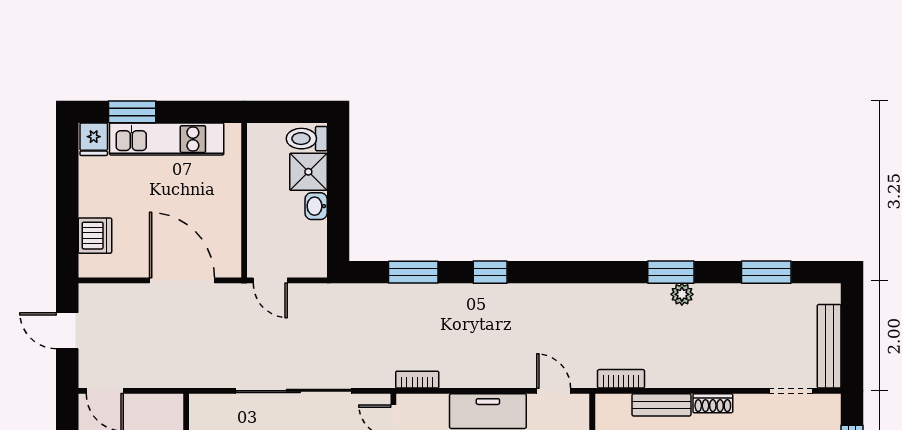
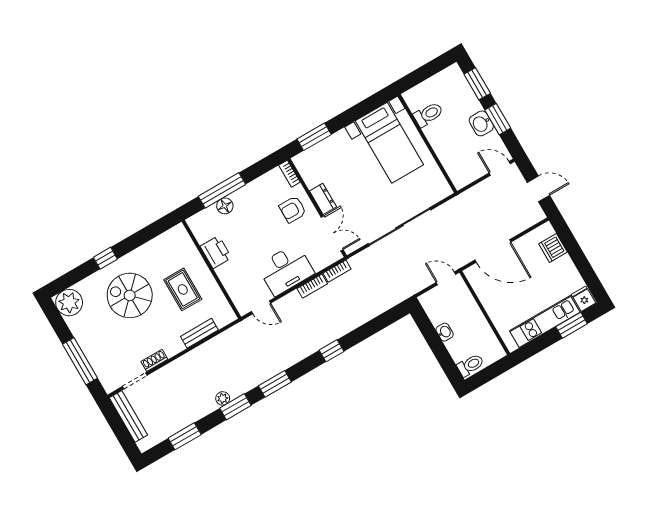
shower: (308, 172) -> (459, 348), removed
window: (413, 272) -> (275, 384), moved
bookcase: (621, 379) -> (312, 286), moved
shoe rack: (713, 403) -> (154, 360), moved

